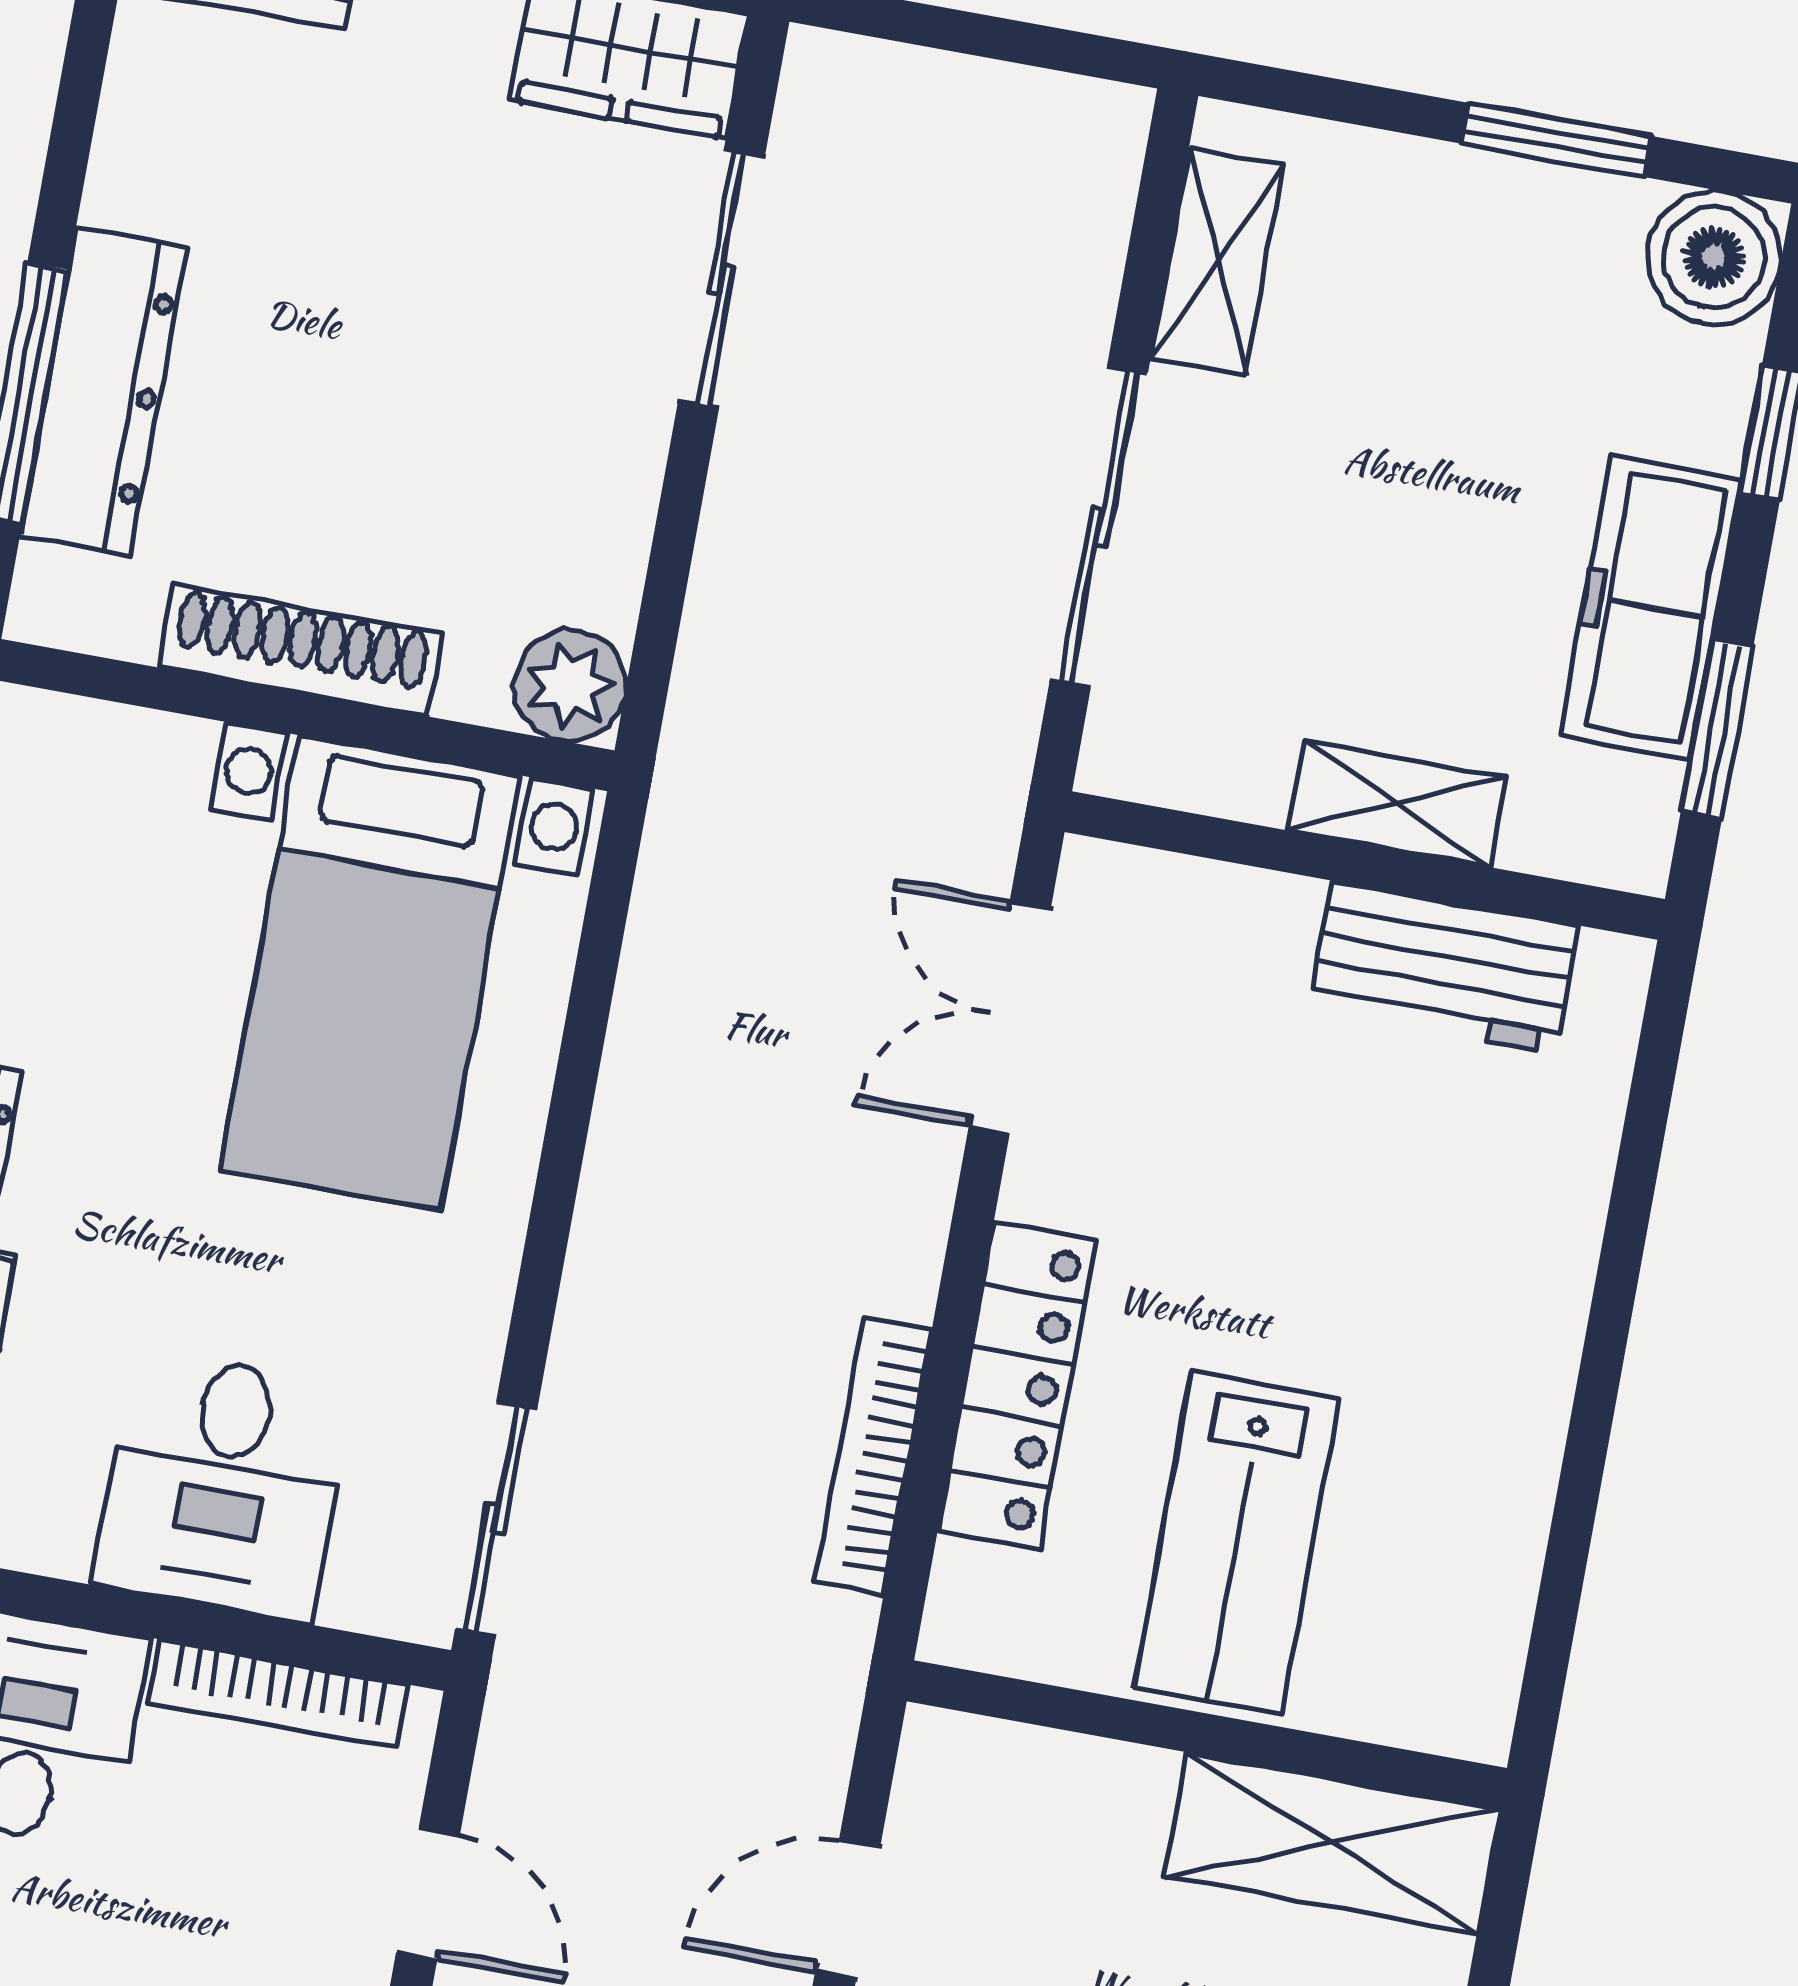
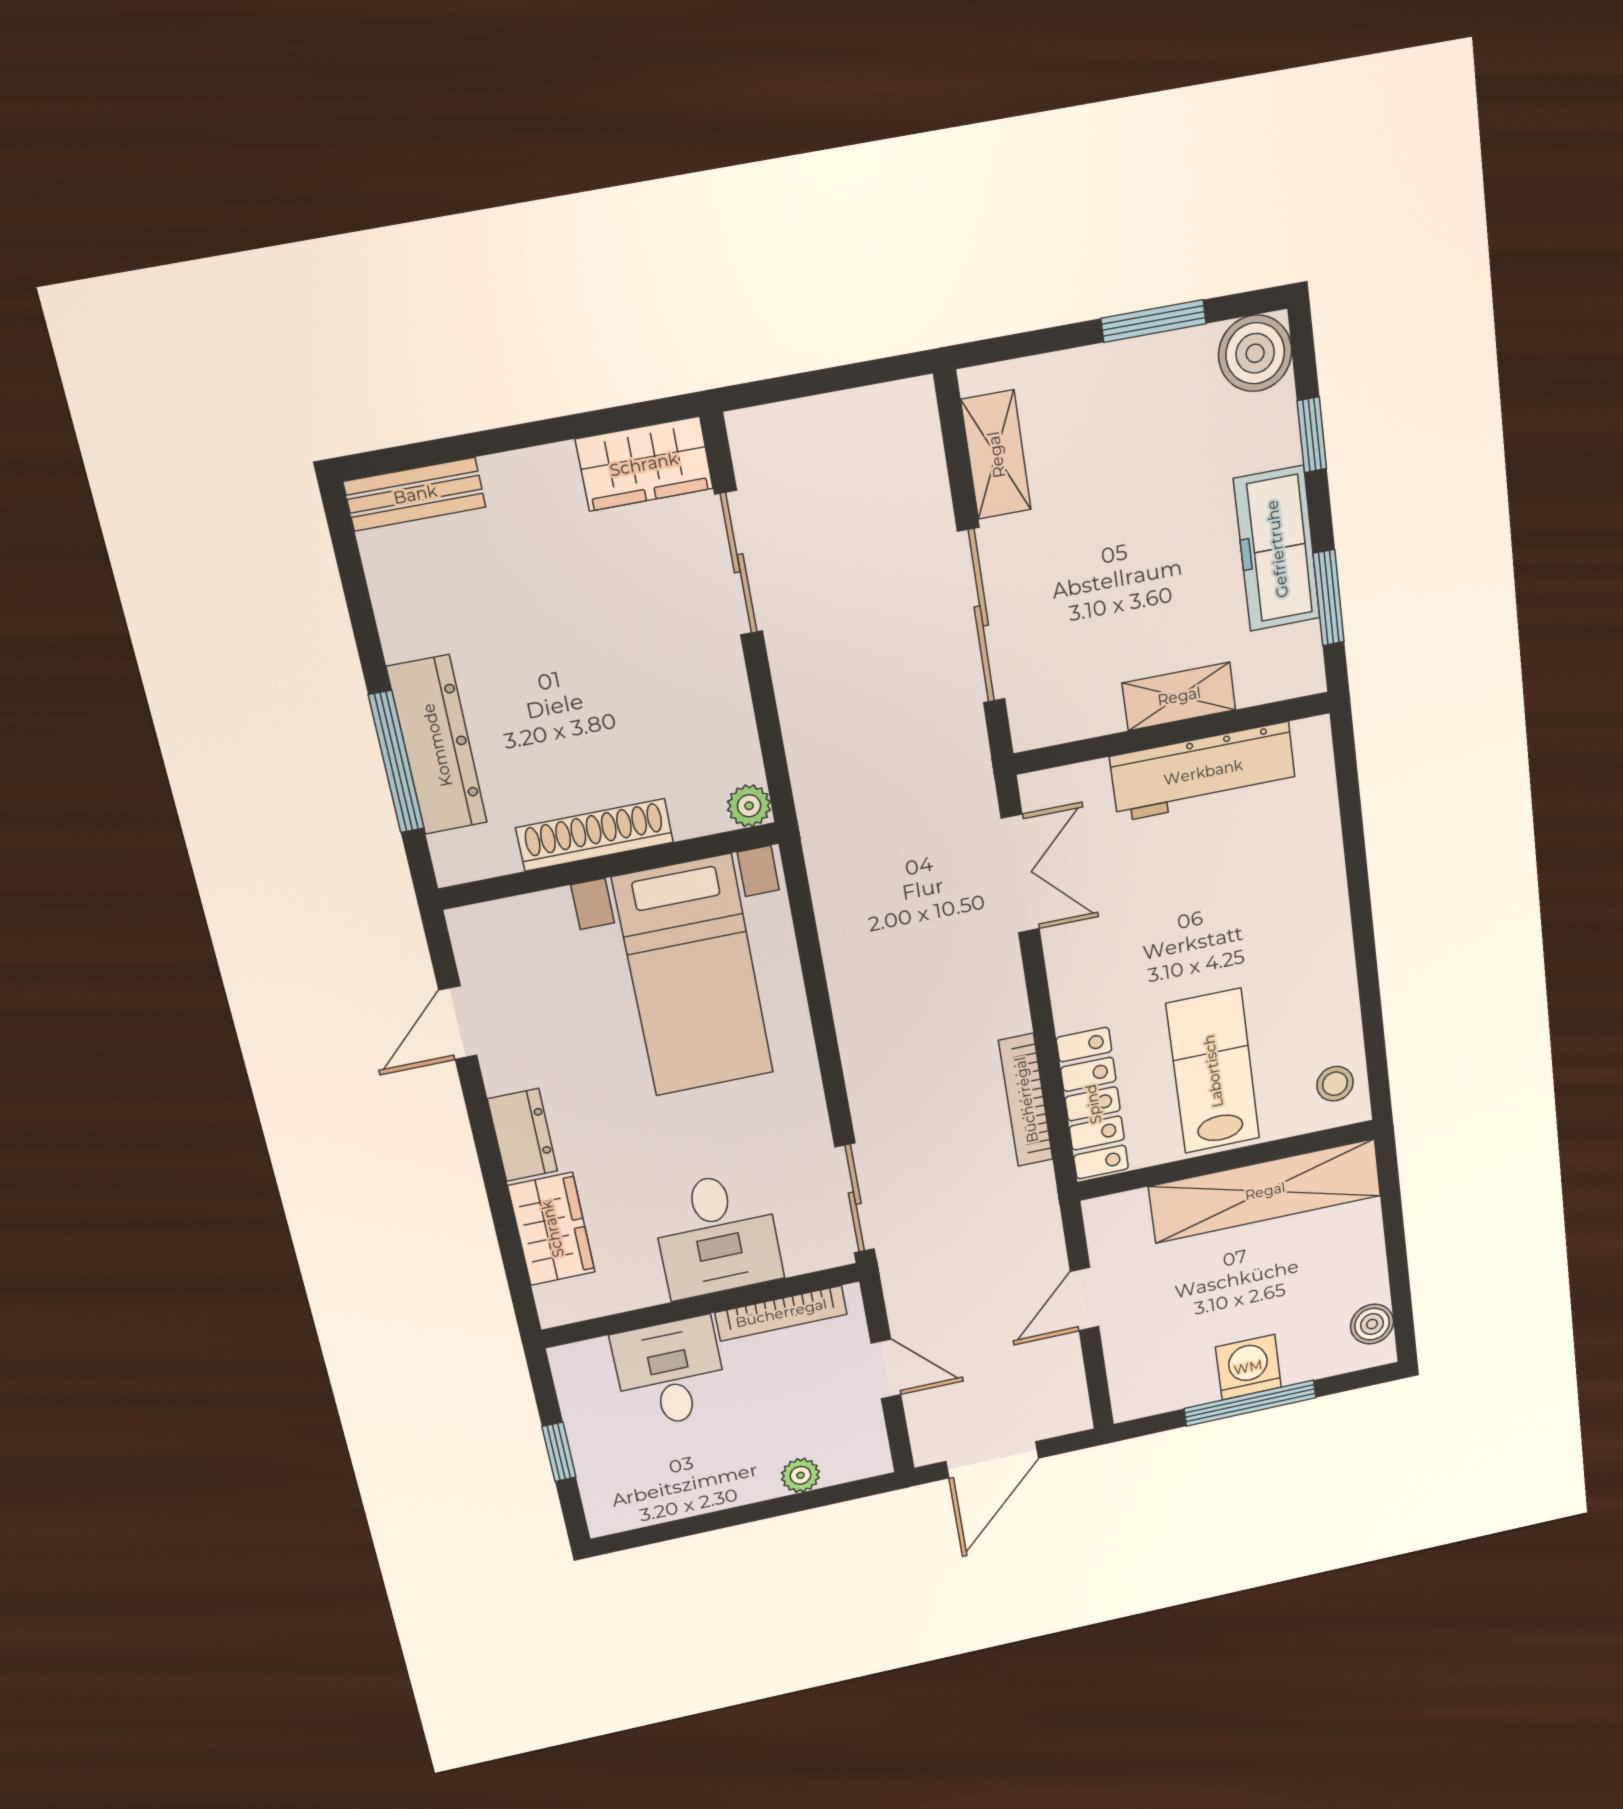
plant: (570, 686) -> (749, 806), width x0.73, depth x0.73
workbench: (1443, 967) -> (1203, 772), width x1.37
double door: (1010, 1017) -> (1020, 874), swing flipped
locker: (1017, 1385) -> (1093, 1104), moved
lab bench: (1237, 1543) -> (1213, 1071), turned 180
stool: (1458, 1664) -> (1335, 1084), added
shelving: (1332, 1843) -> (1265, 1191), width x1.47

